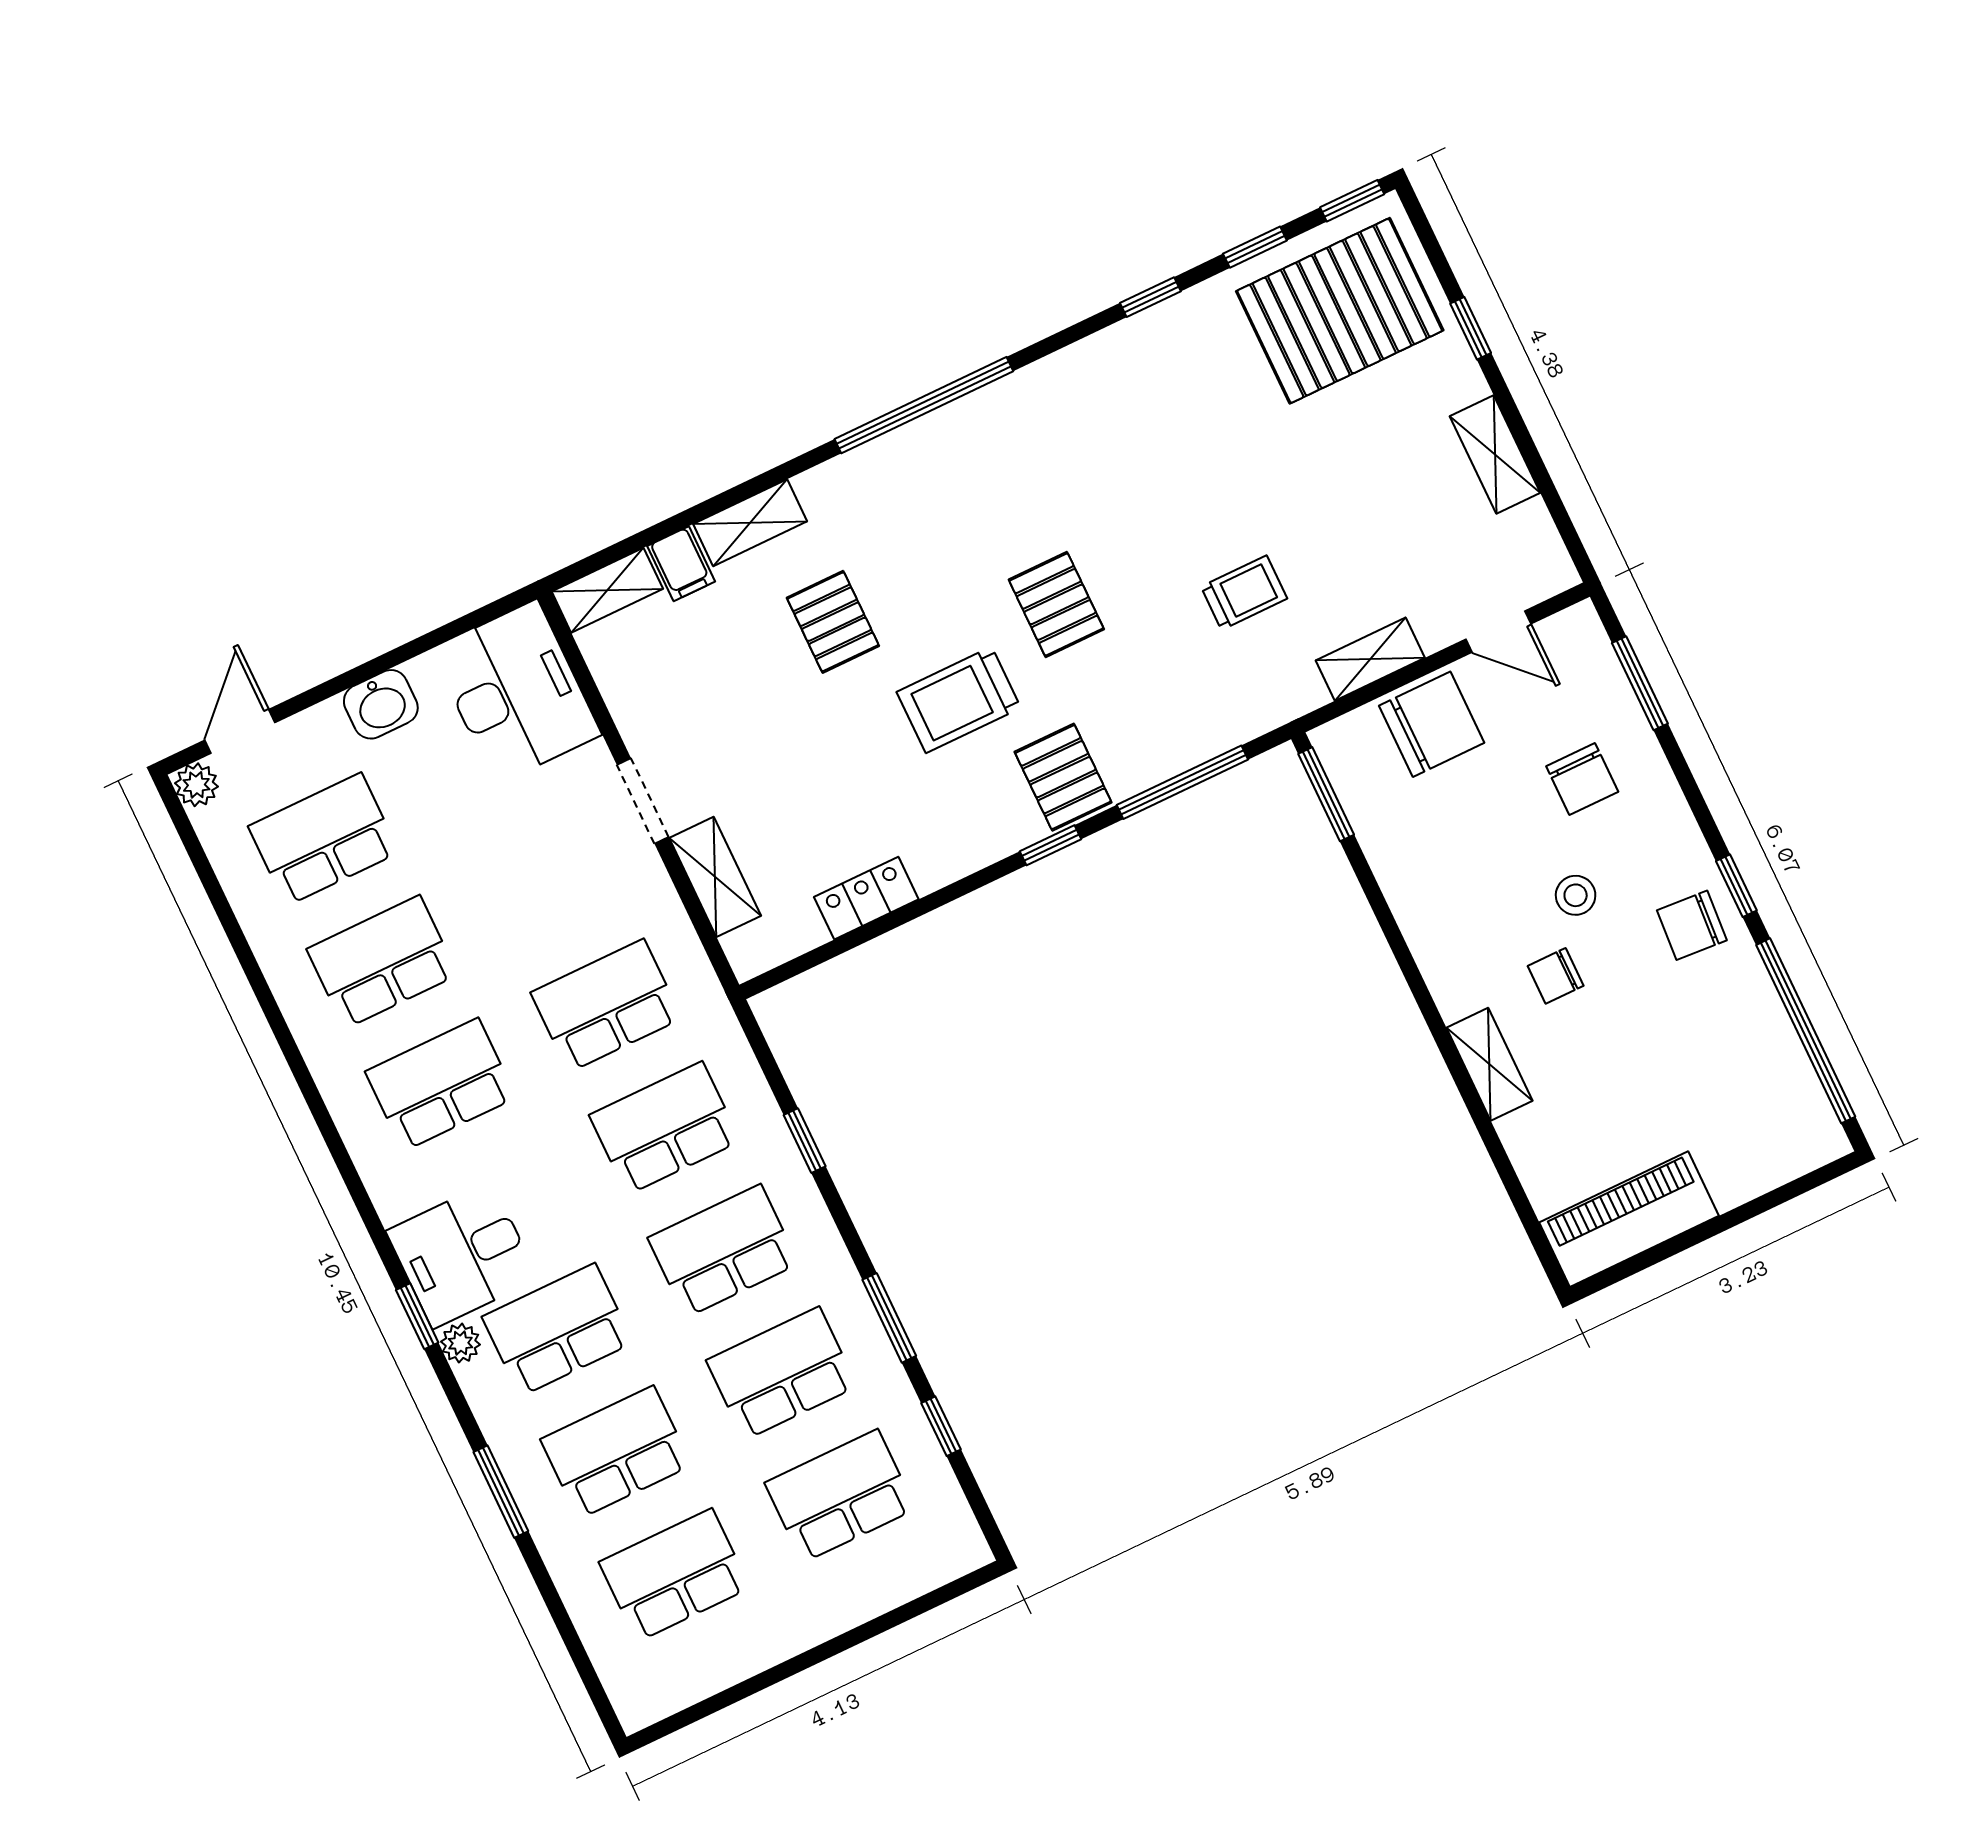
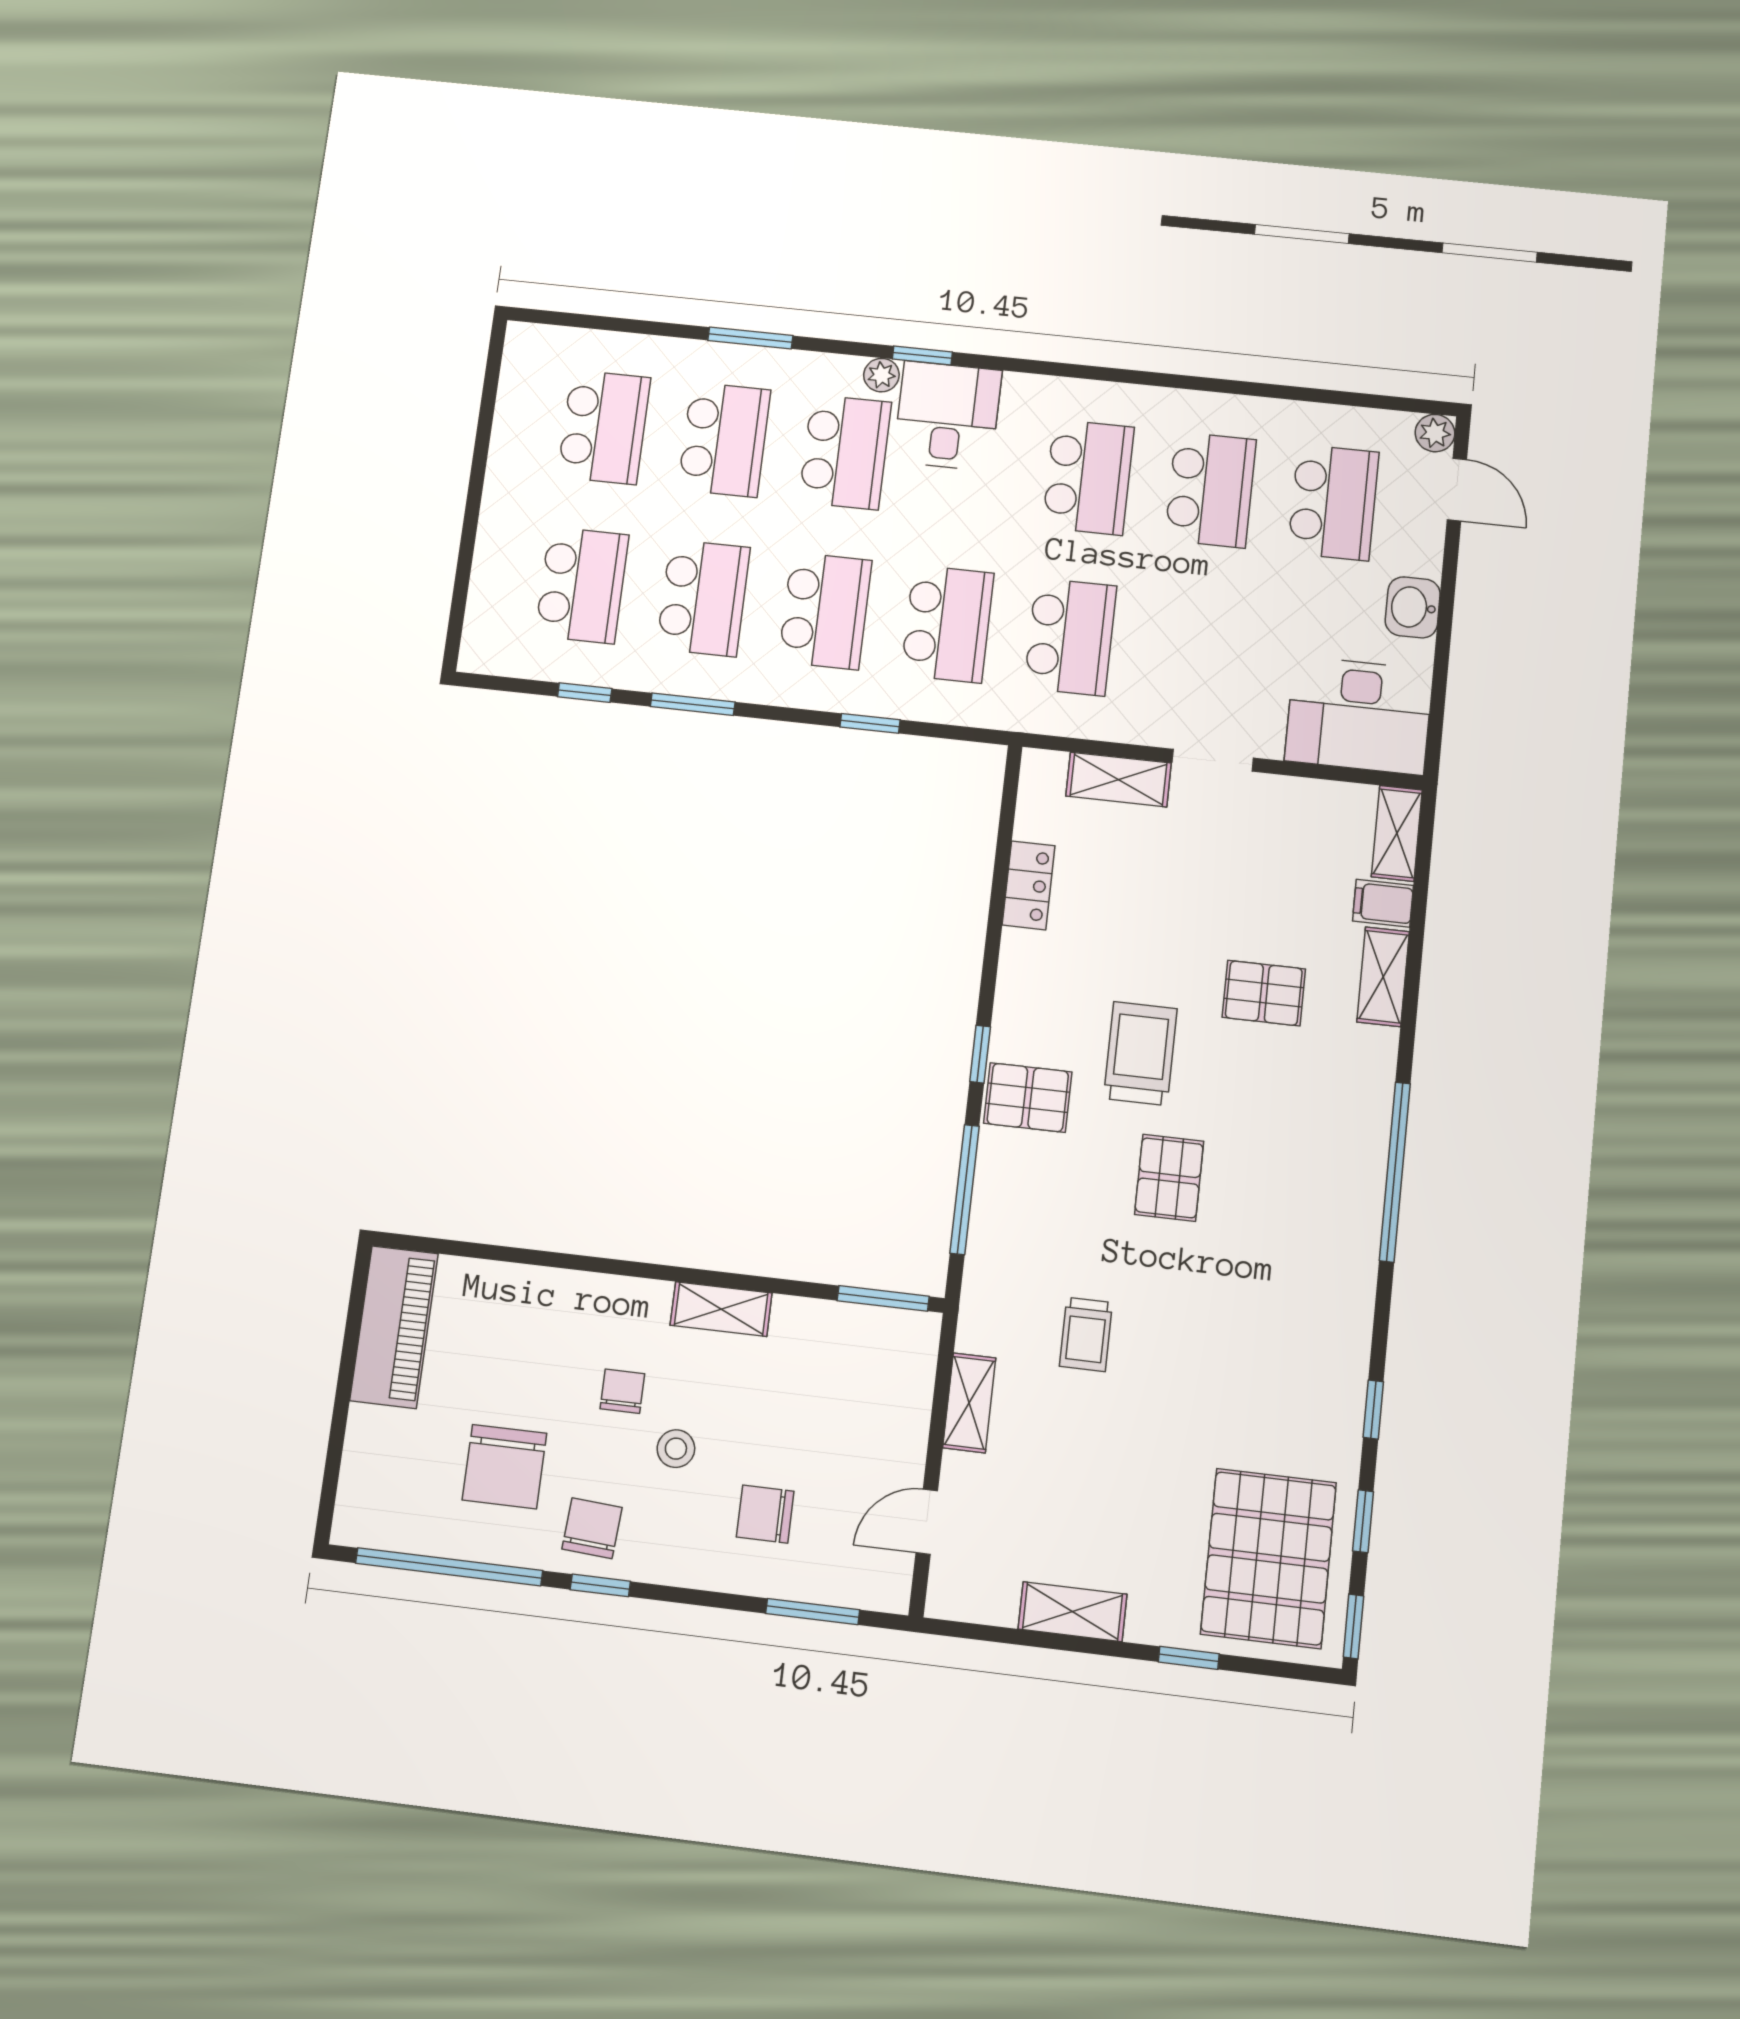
pallet: (1056, 604) -> (1169, 1178), turned 90
chair: (1432, 724) -> (504, 1467), moved
shelving: (1489, 1064) -> (721, 1309), moved

